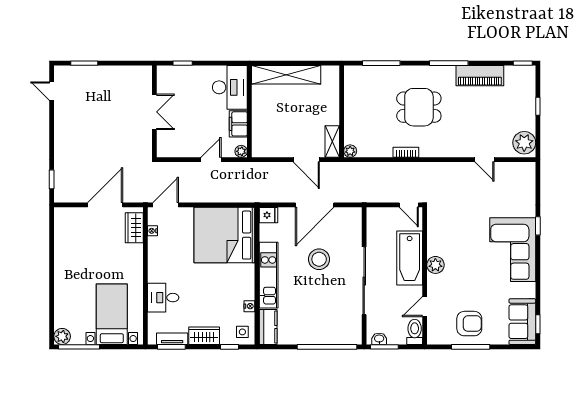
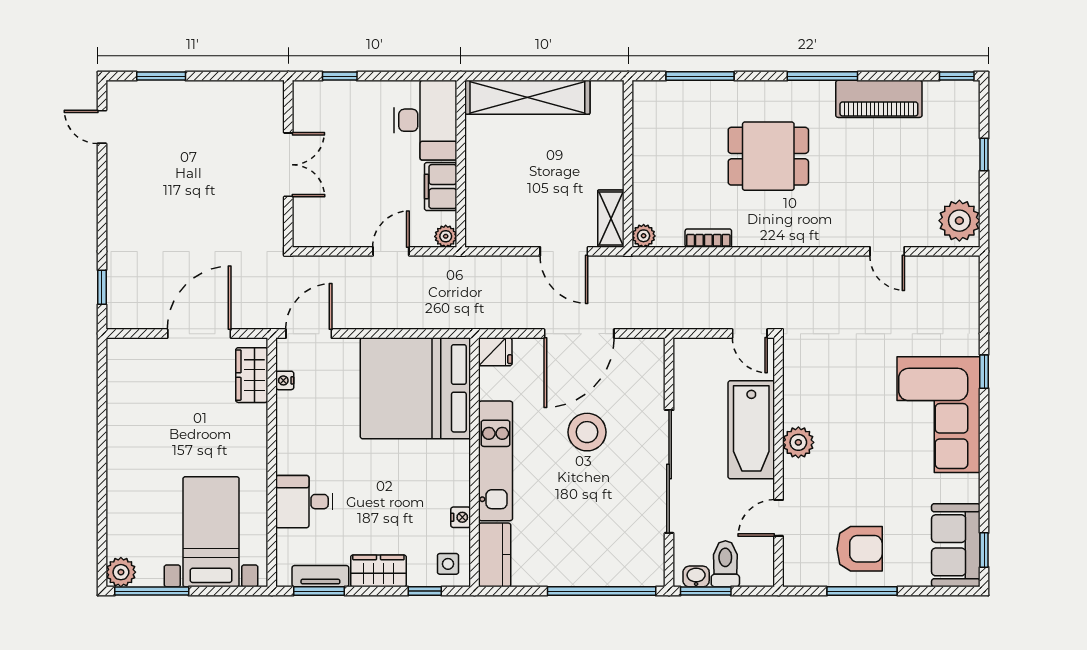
bookcase: (406, 152) -> (708, 238), moved
toilet: (415, 332) -> (725, 564), moved

